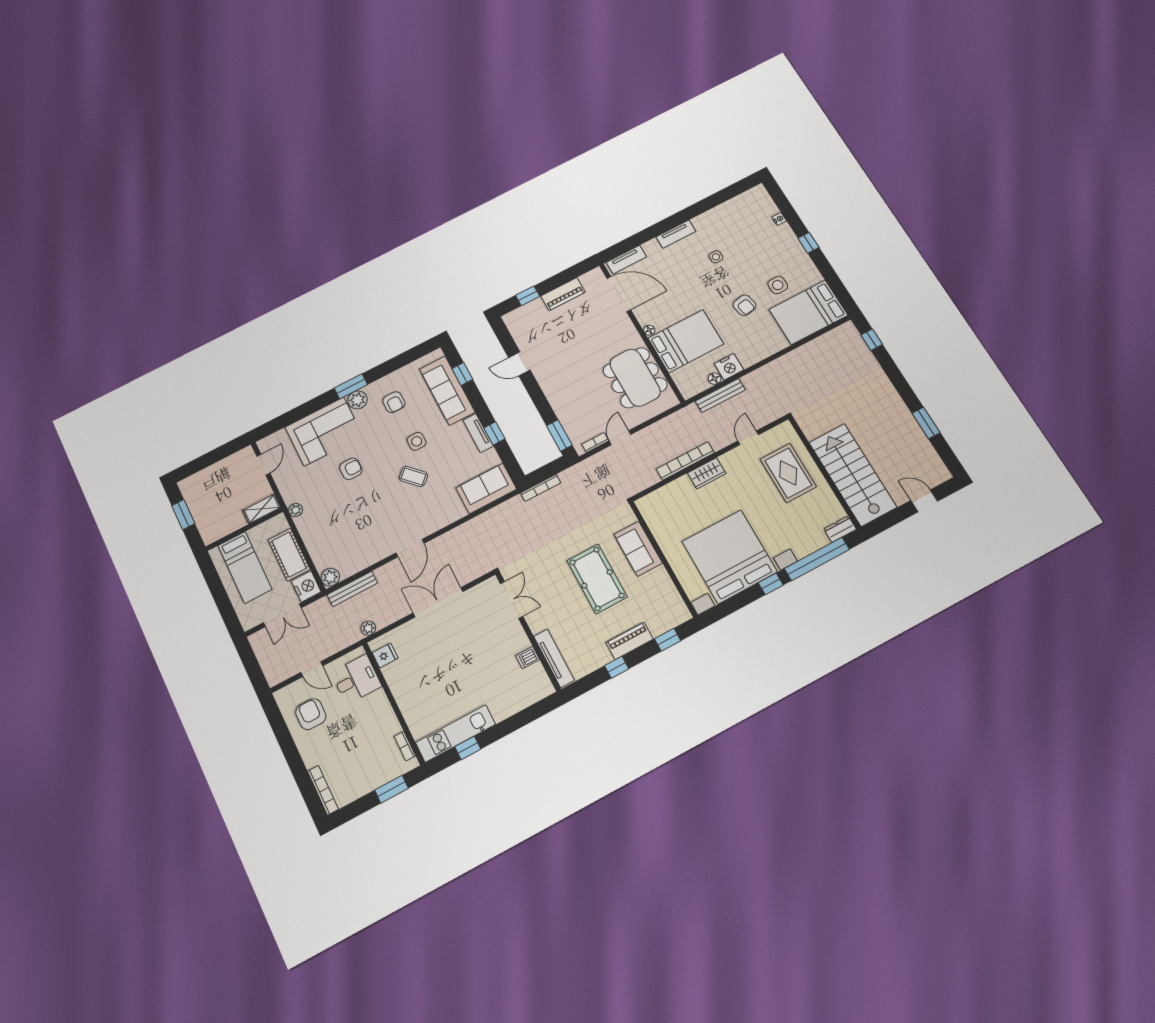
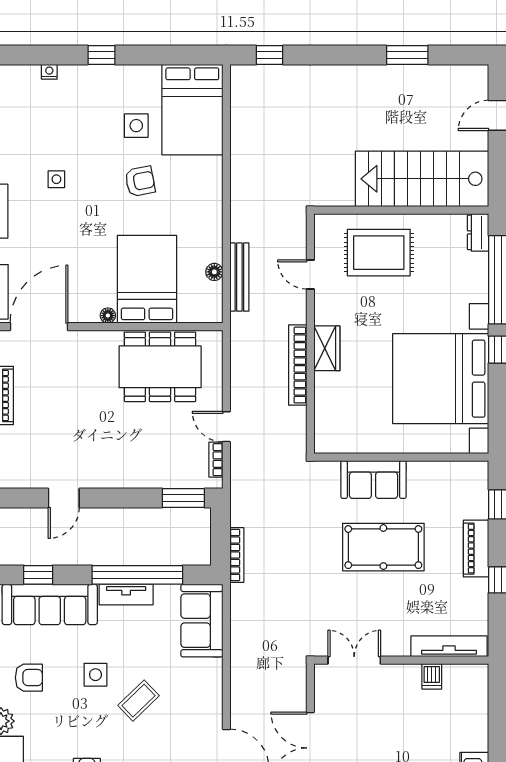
nightstand: (729, 367) -> (209, 246), removed
window: (494, 433) -> (137, 575), width x3.17

